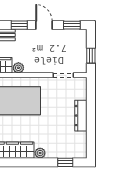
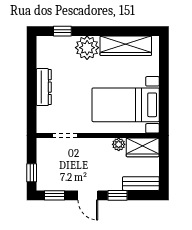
window: (91, 56) -> (32, 173), moved
plant: (40, 153) -> (87, 48), width x1.88, depth x1.88

